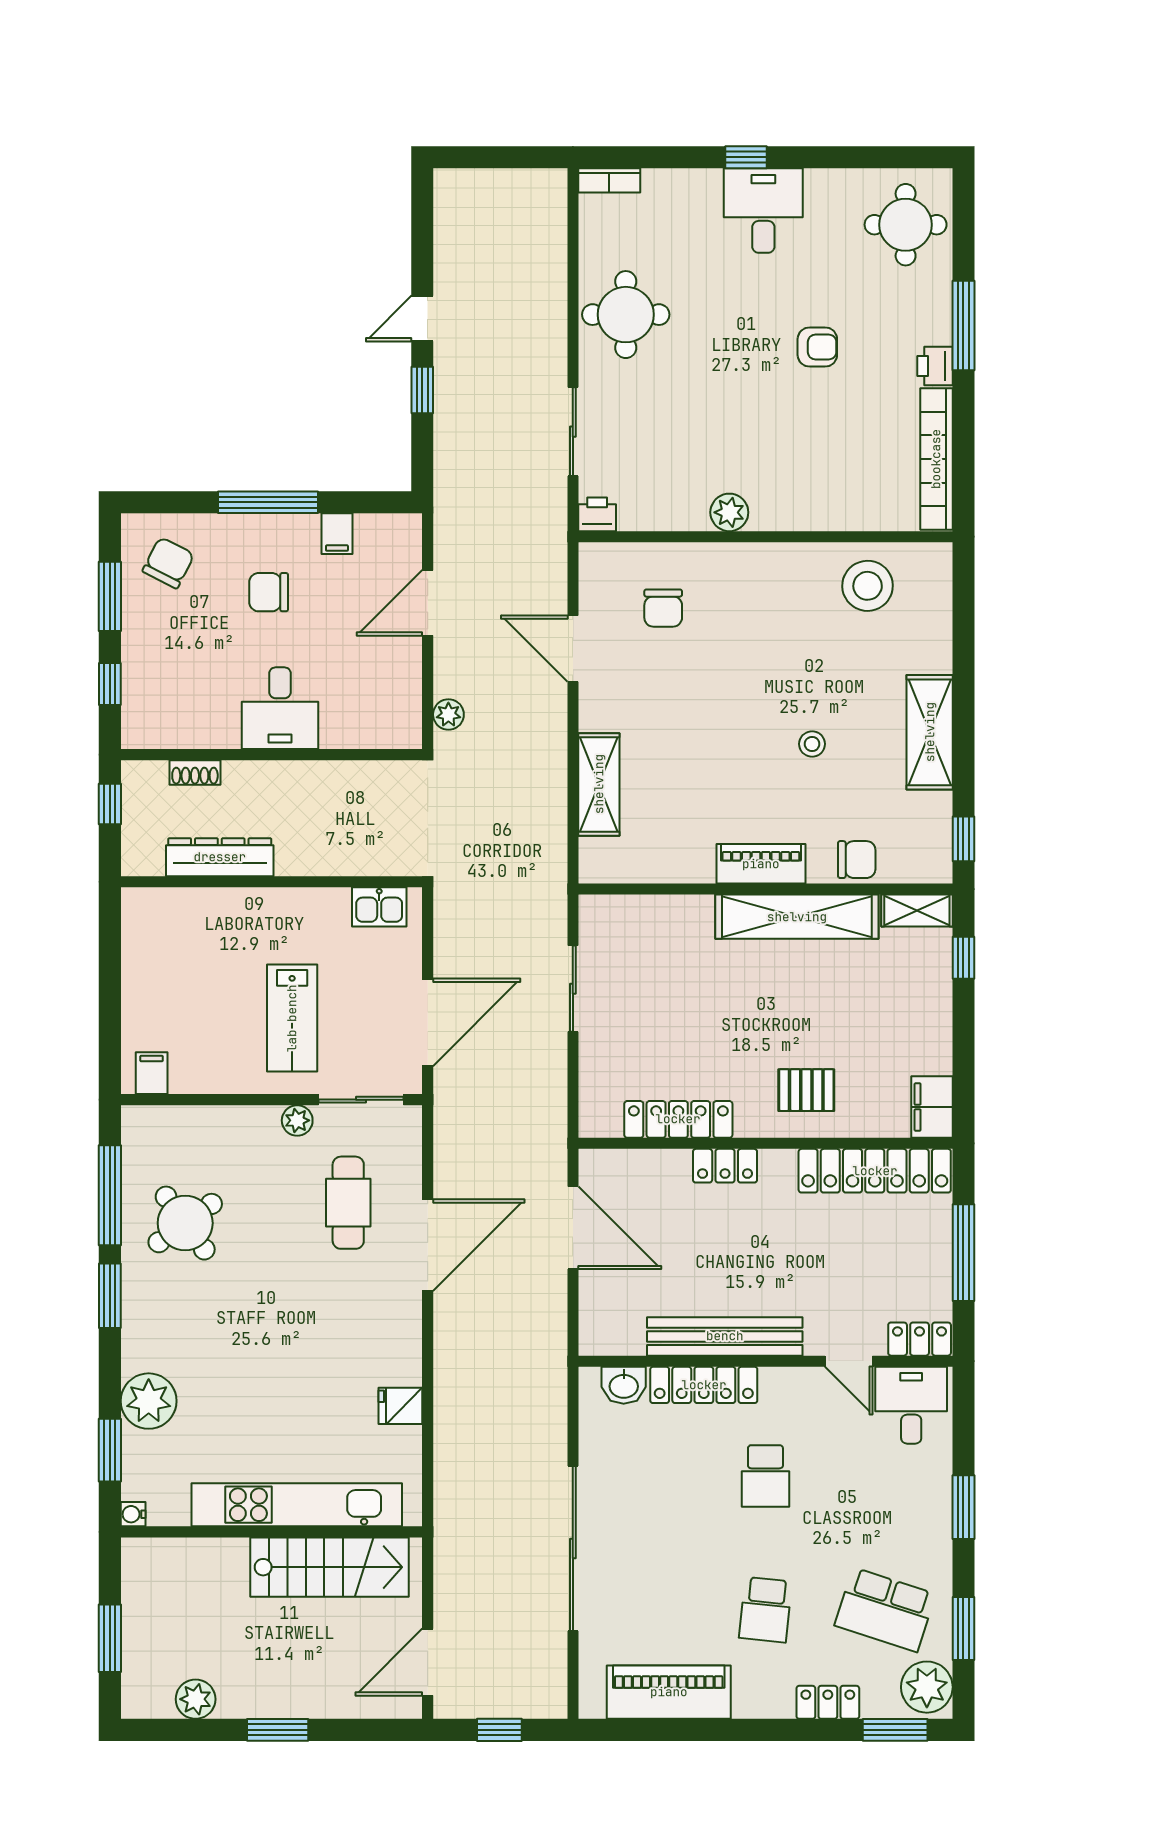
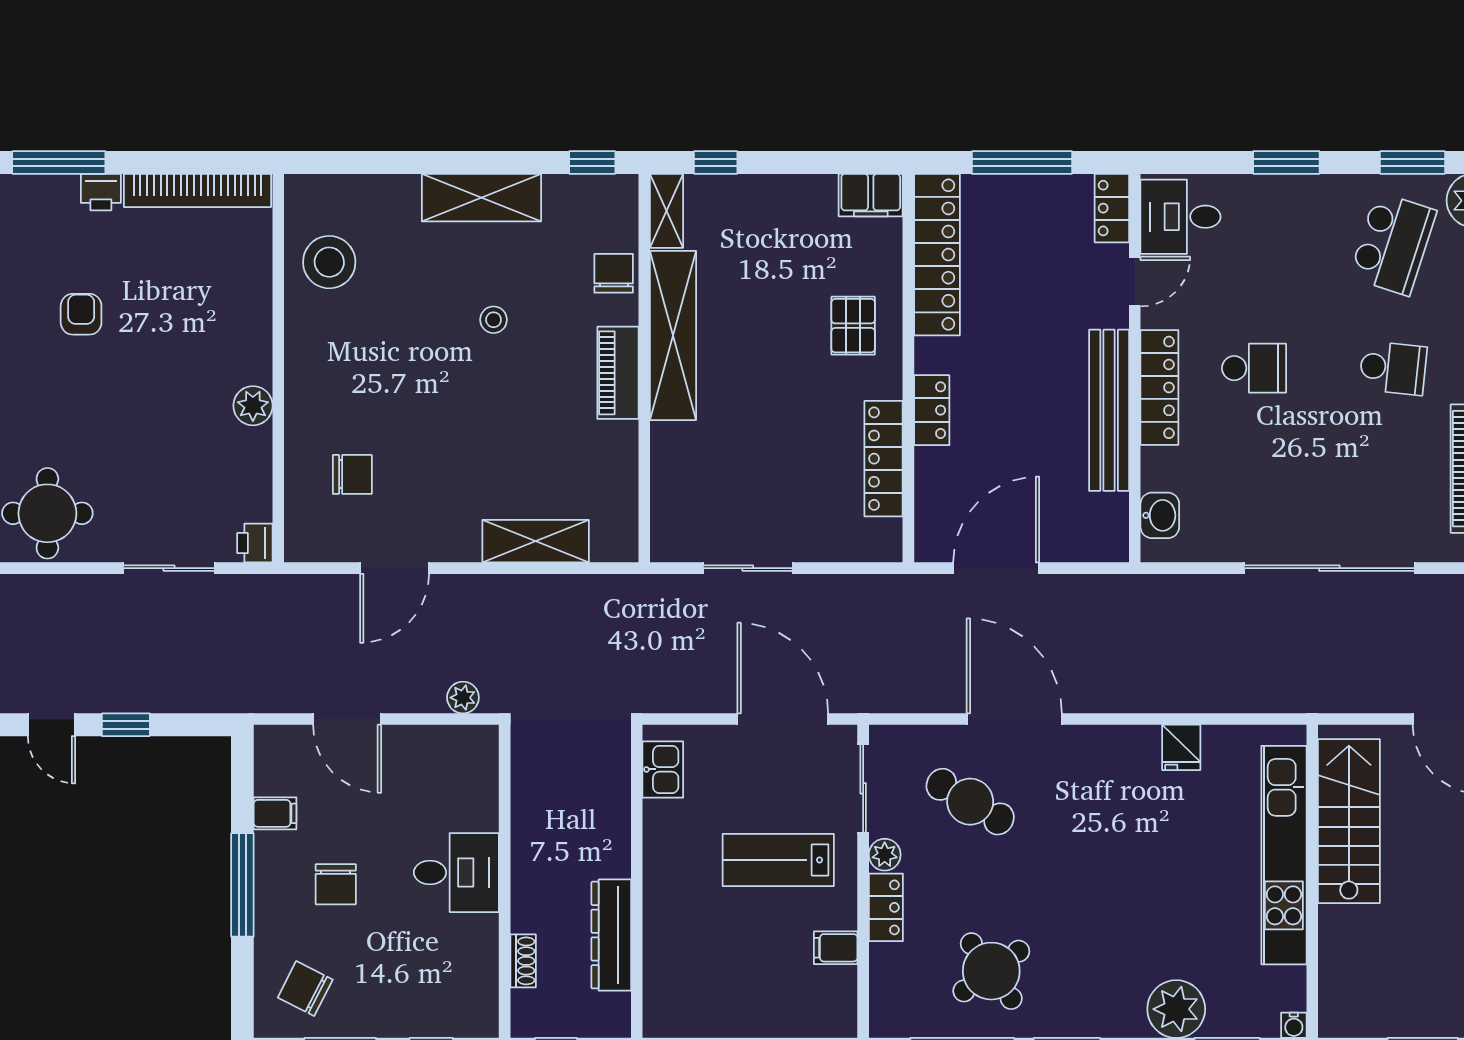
lab bench: (292, 1018) -> (778, 860), turned 180
filing cabinet: (152, 1073) -> (836, 948), moved
locker: (246, 1122) -> (886, 907), added
cafe table: (348, 1203) -> (970, 802), turned 31
locker: (704, 1385) -> (1159, 387), moved

